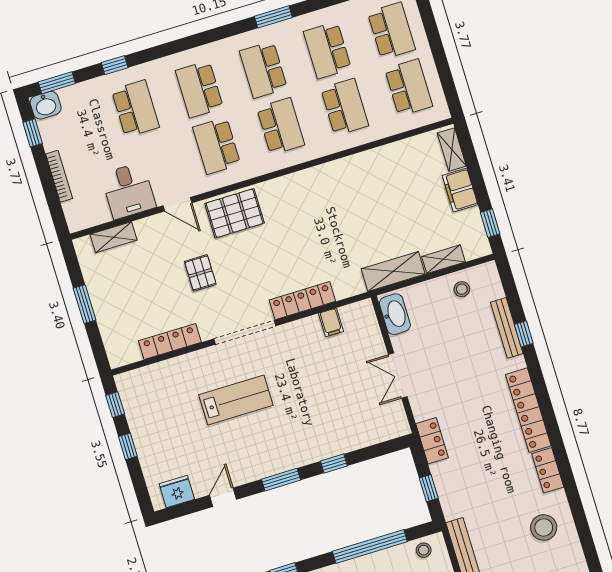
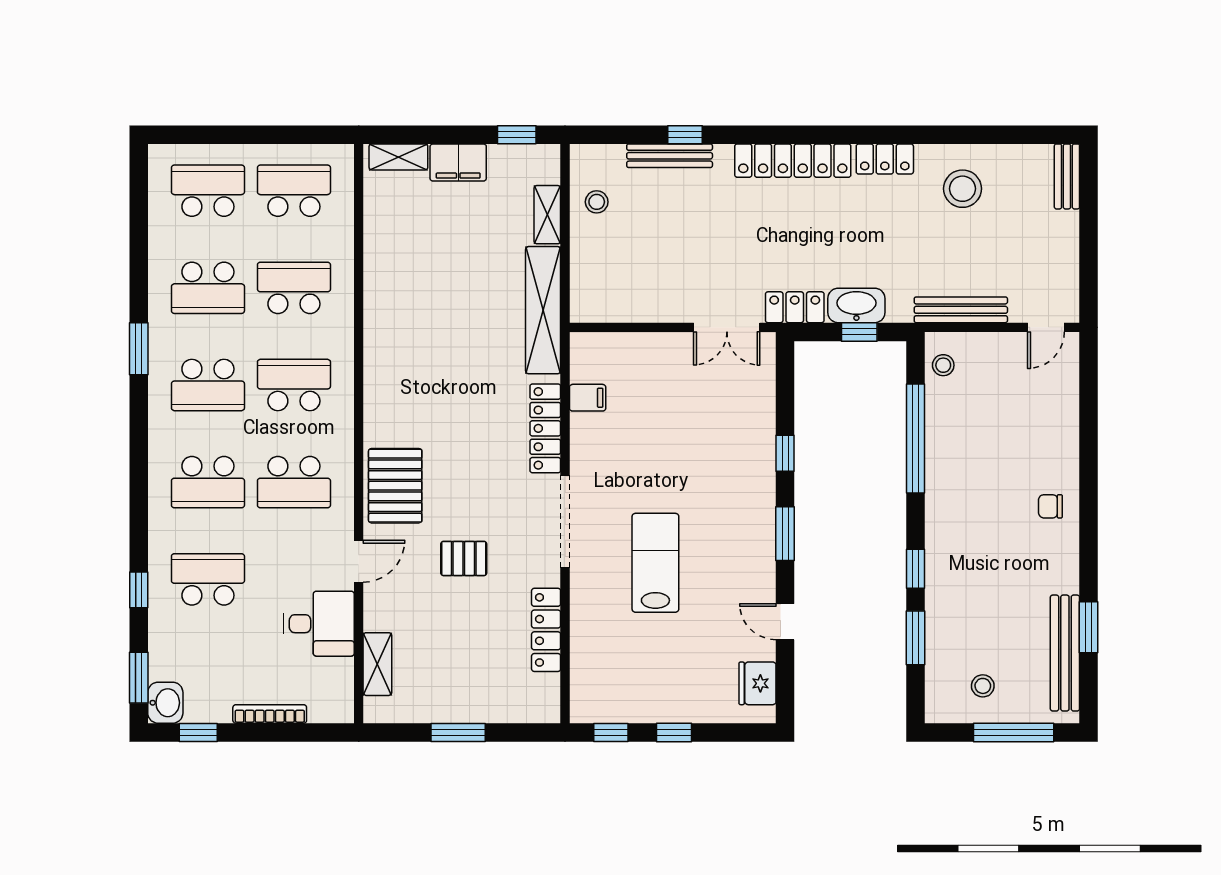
shelving: (393, 271) -> (543, 310), width x1.47
washbasin: (395, 314) -> (856, 305), moved
double door: (398, 376) -> (727, 327), moved

